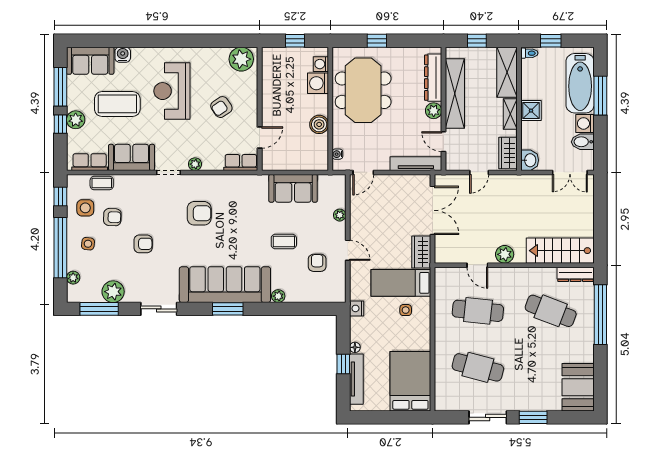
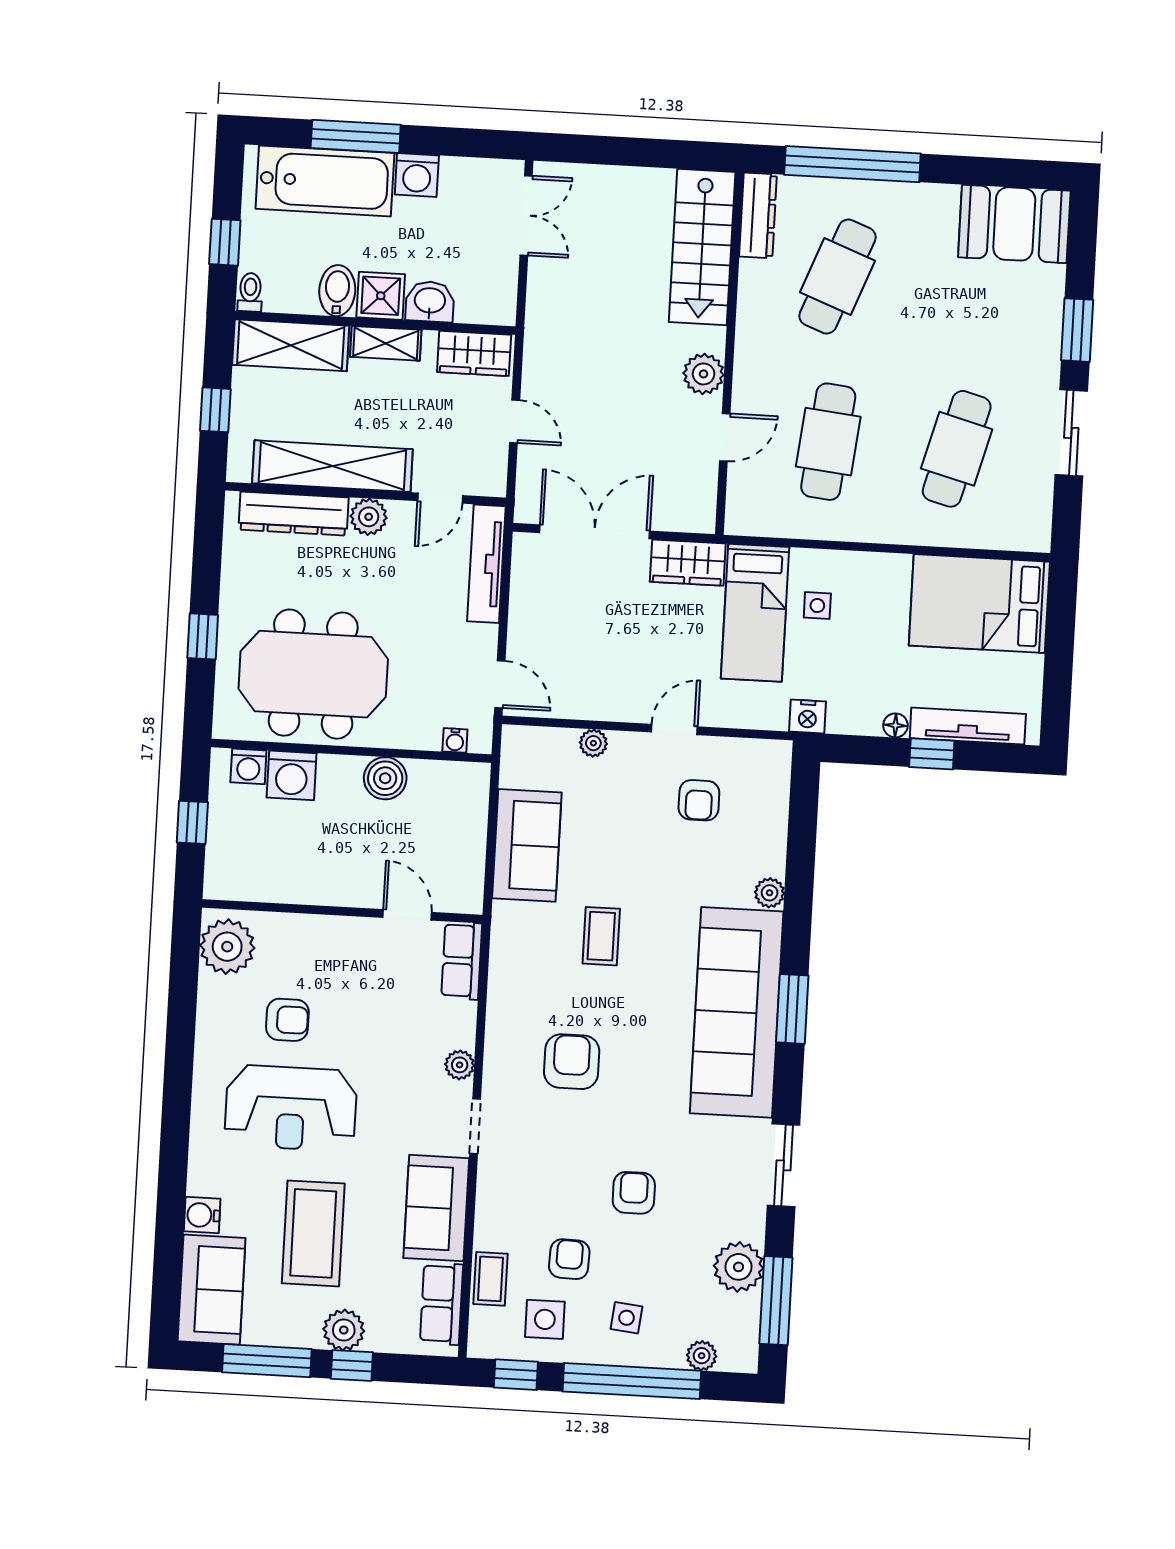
armchair: (221, 107) -> (287, 1020), moved, turned -56
bidet: (583, 142) -> (337, 291), moved, turned 180
washbasin: (530, 160) -> (430, 302), moved
coffee table: (284, 242) -> (601, 936), moved
armchair: (317, 263) -> (699, 800), turned -90

